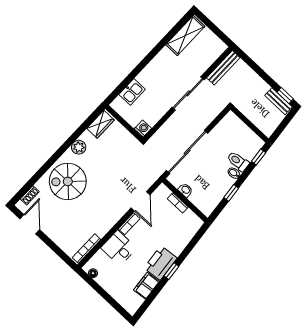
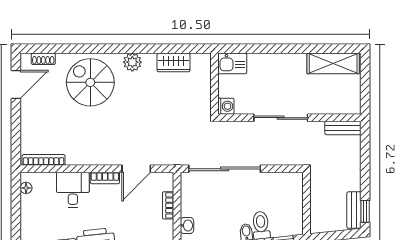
bench: (223, 68) -> (343, 128), width x0.73
wall: (124, 123) -> (214, 84), moved
washing machine: (143, 129) -> (226, 106), moved
washbasin: (185, 190) -> (187, 225), moved

